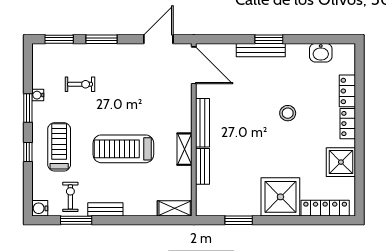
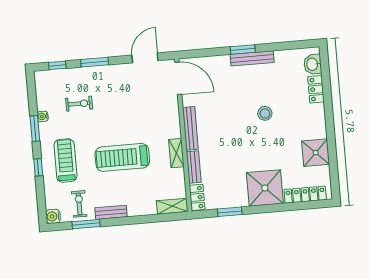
window: (59, 39) -> (57, 65), width x0.67
bench: (261, 50) -> (252, 58), moved
washbasin: (321, 53) -> (313, 64), moved, turned 90
locker: (348, 124) -> (197, 197), moved, turned 180

